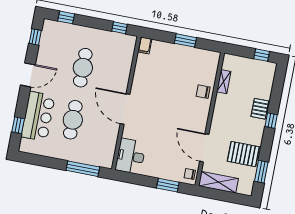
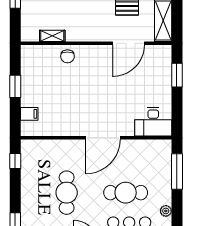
filing cabinet: (145, 45) -> (29, 114), moved
cafe table: (83, 68) -> (67, 193), turned 90
plant: (50, 152) -> (166, 211), added
chair: (190, 174) -> (160, 54), removed

